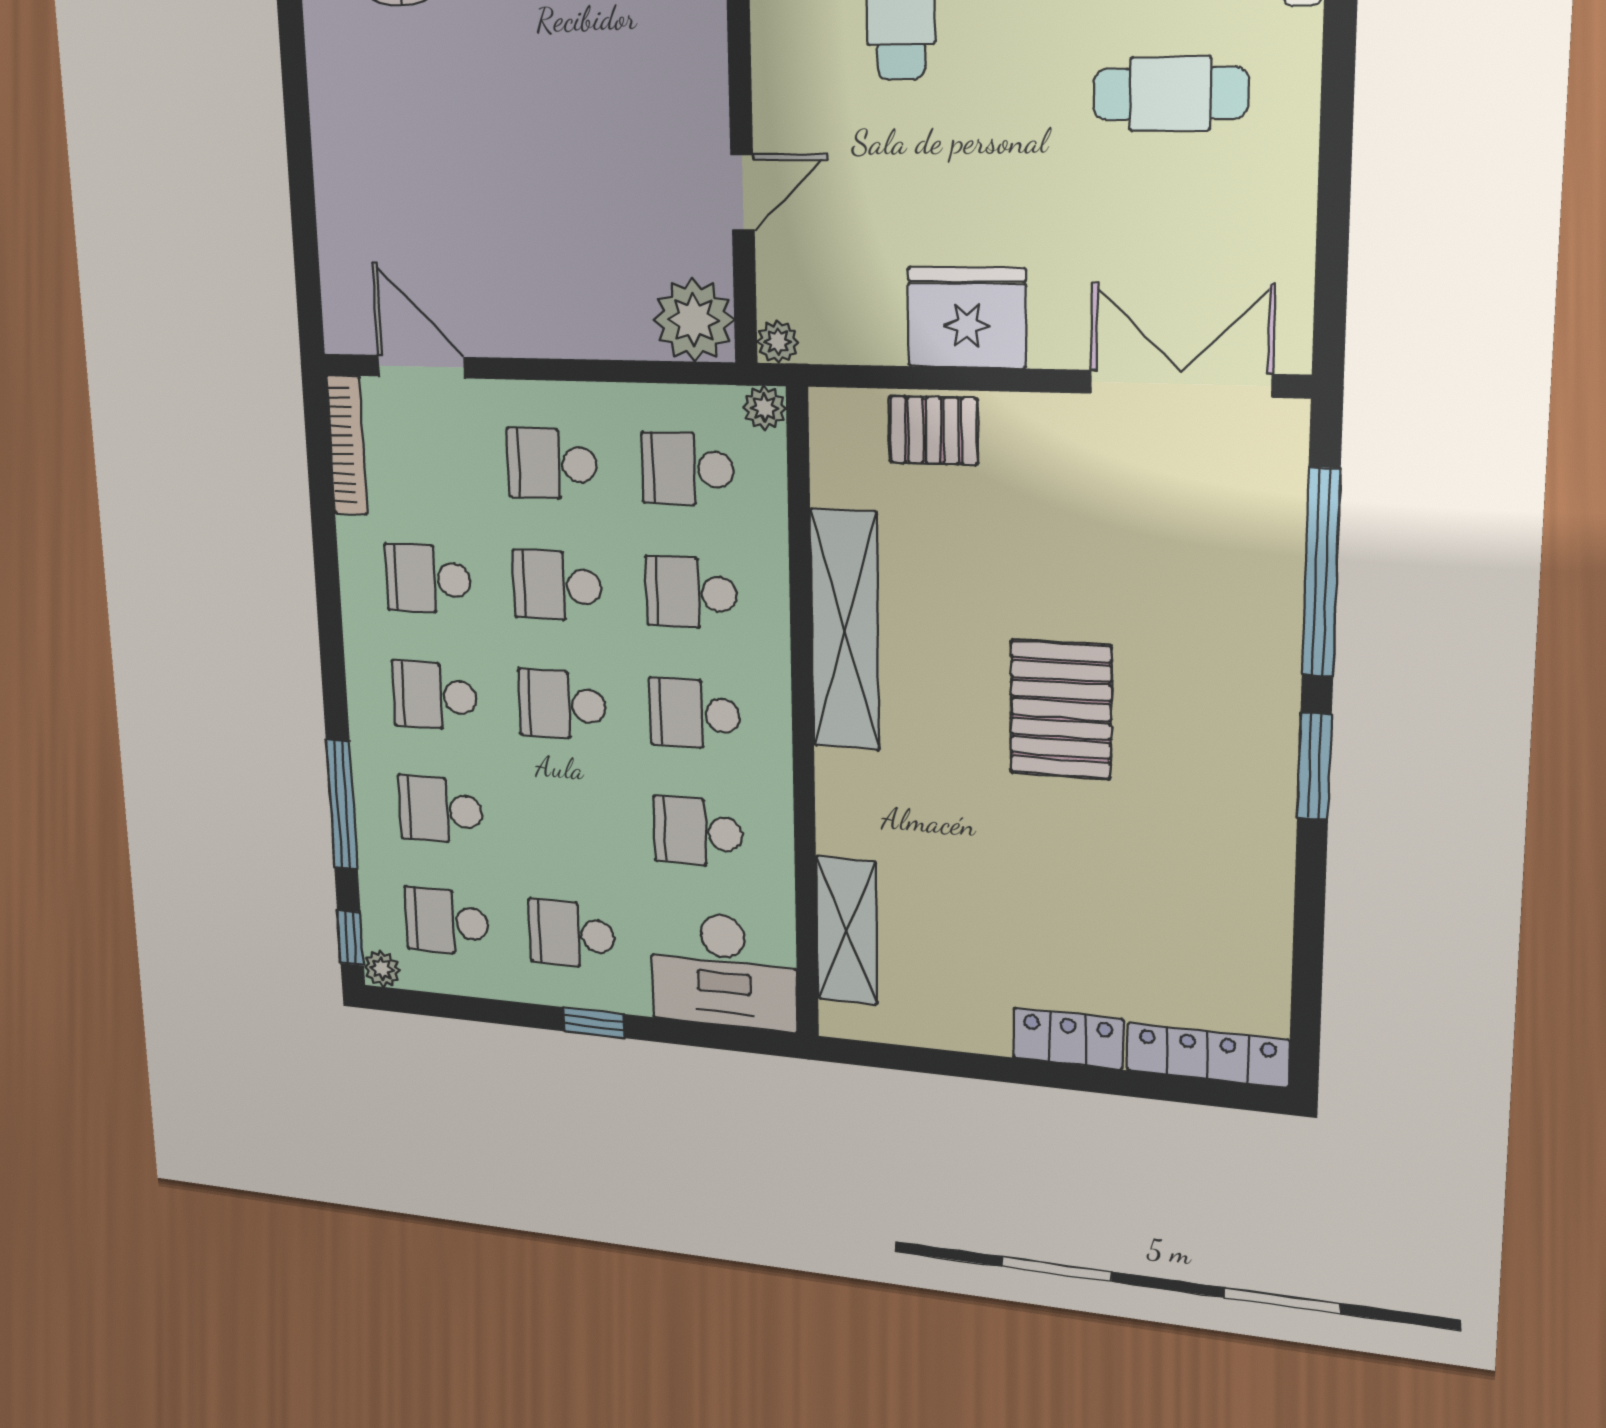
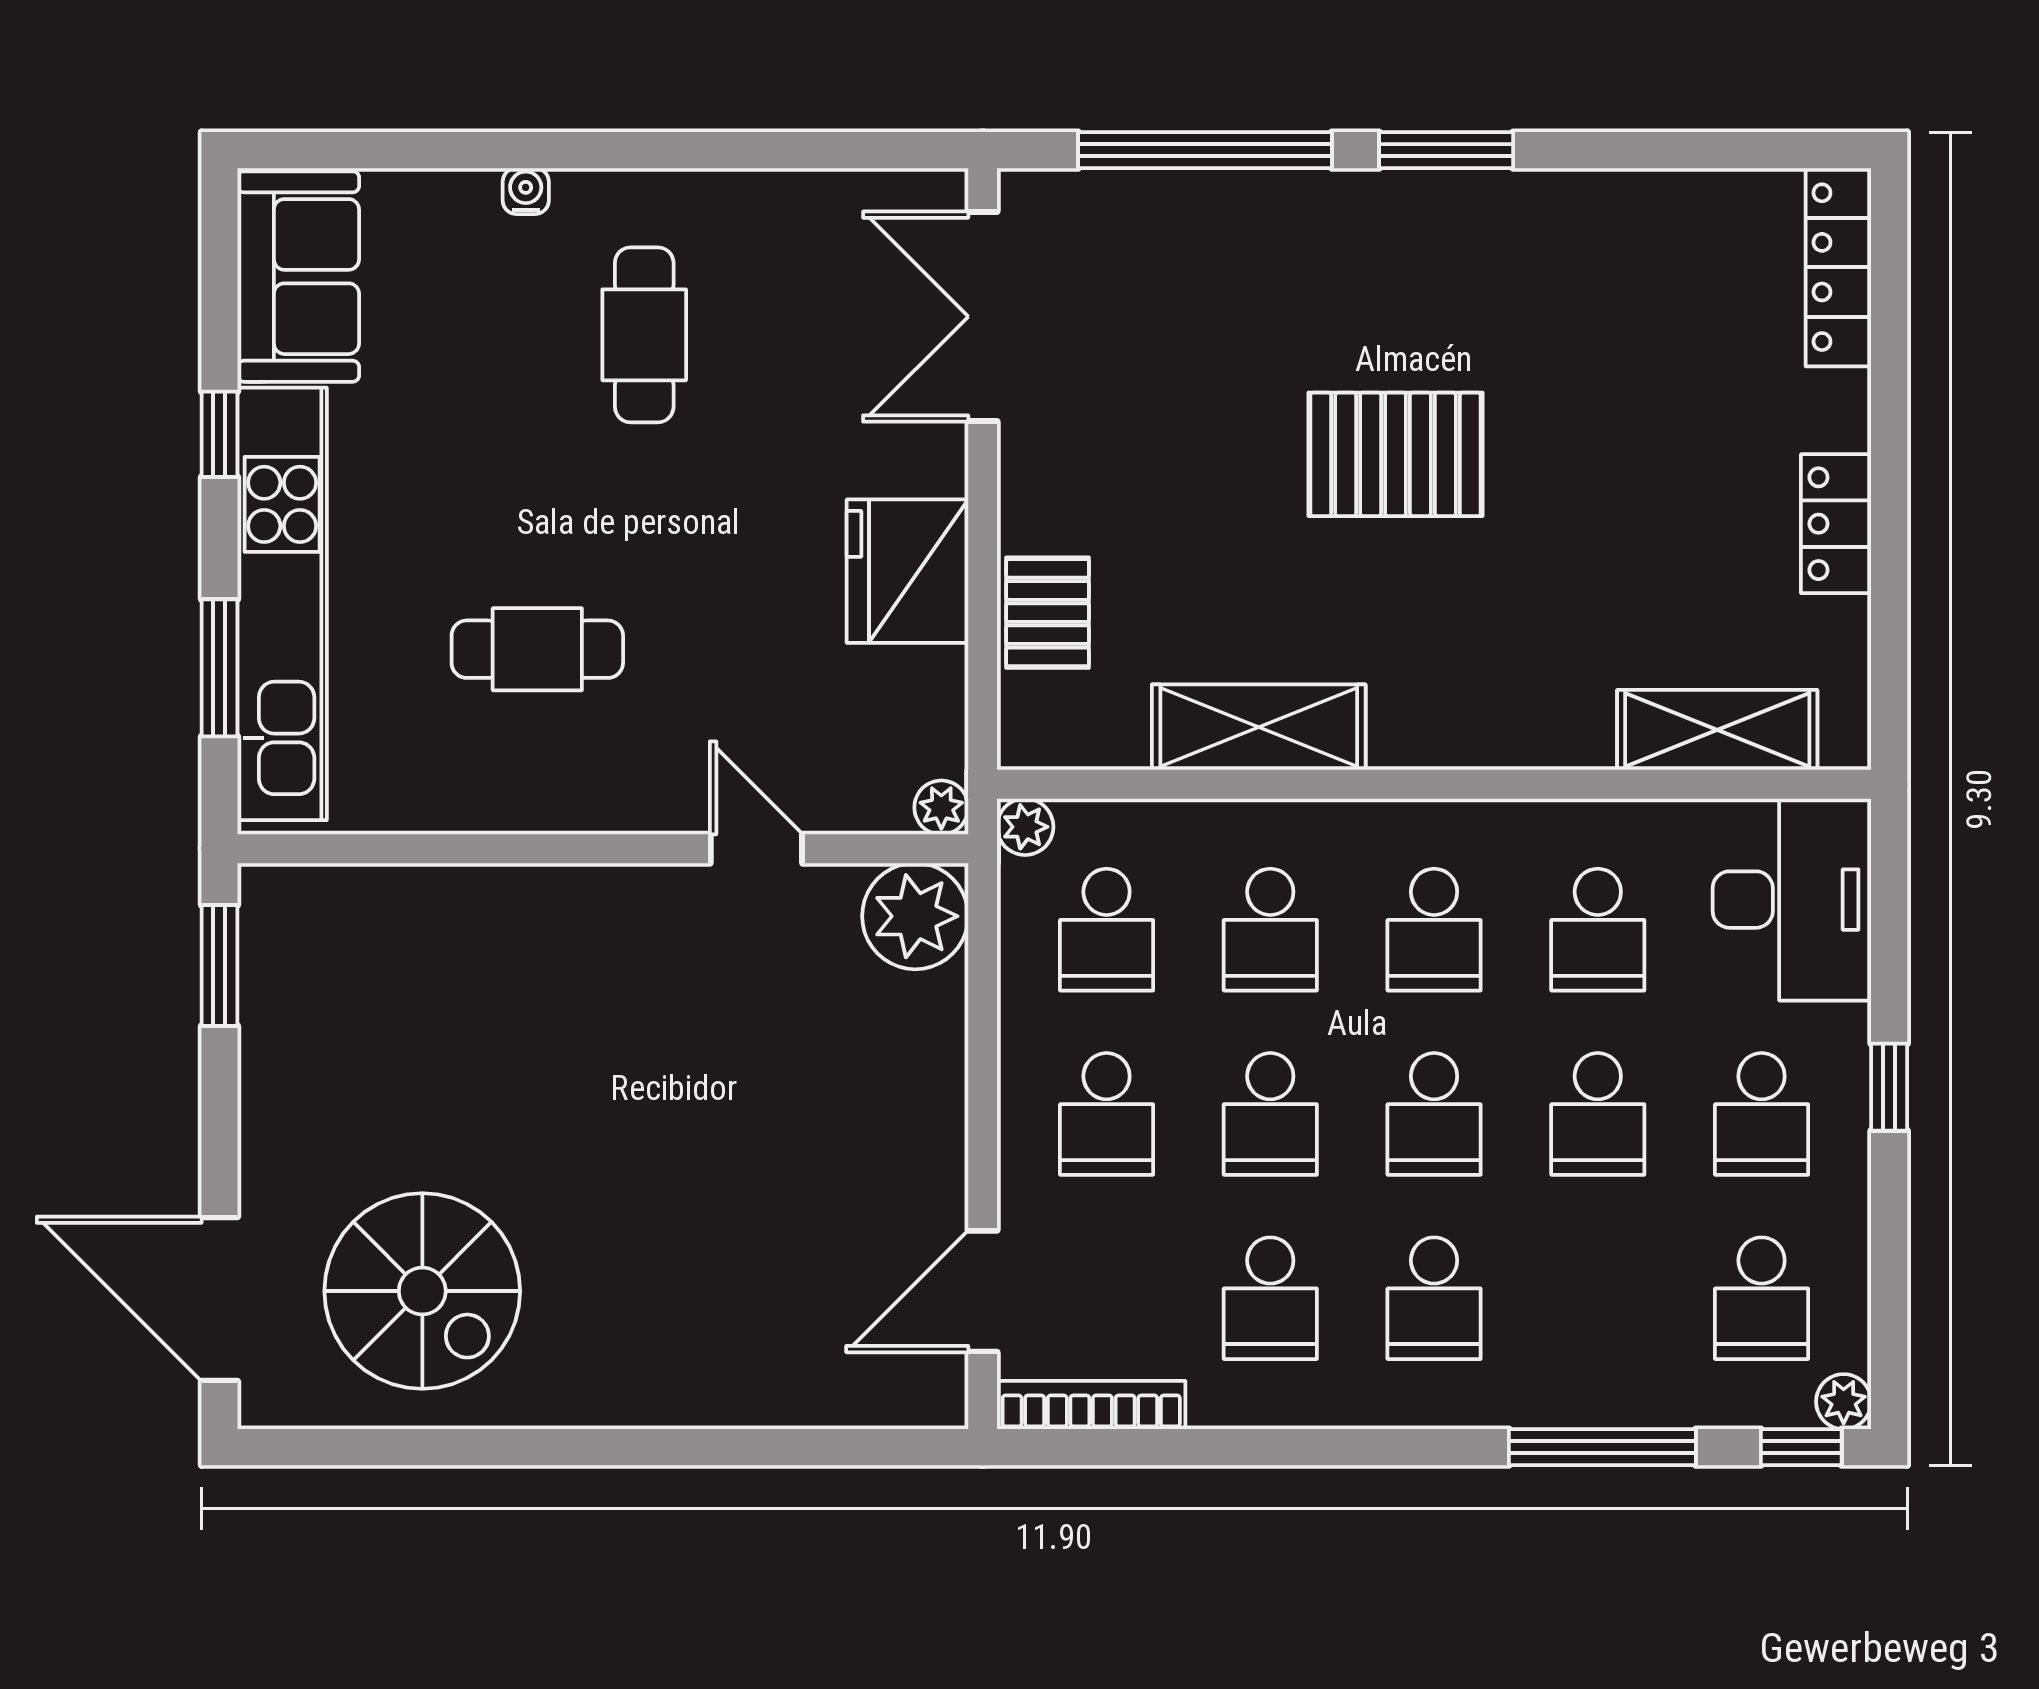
shelving: (845, 630) -> (1259, 727), width x0.68
school desk: (441, 810) -> (1598, 1114), moved
locker: (1068, 1038) -> (1836, 524), moved

